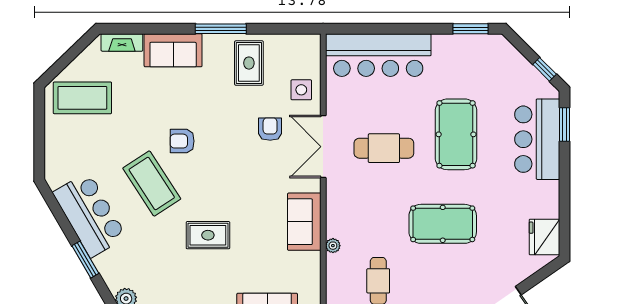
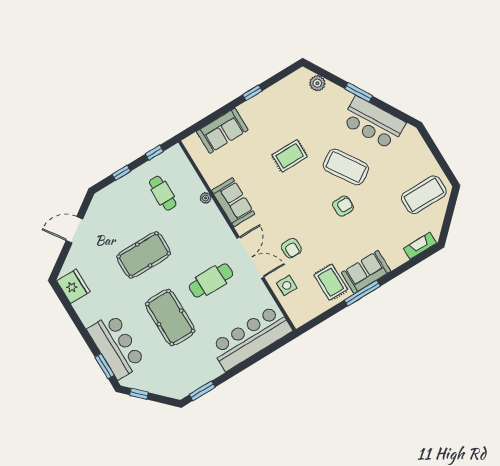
sofa: (173, 50) -> (366, 272), moved

